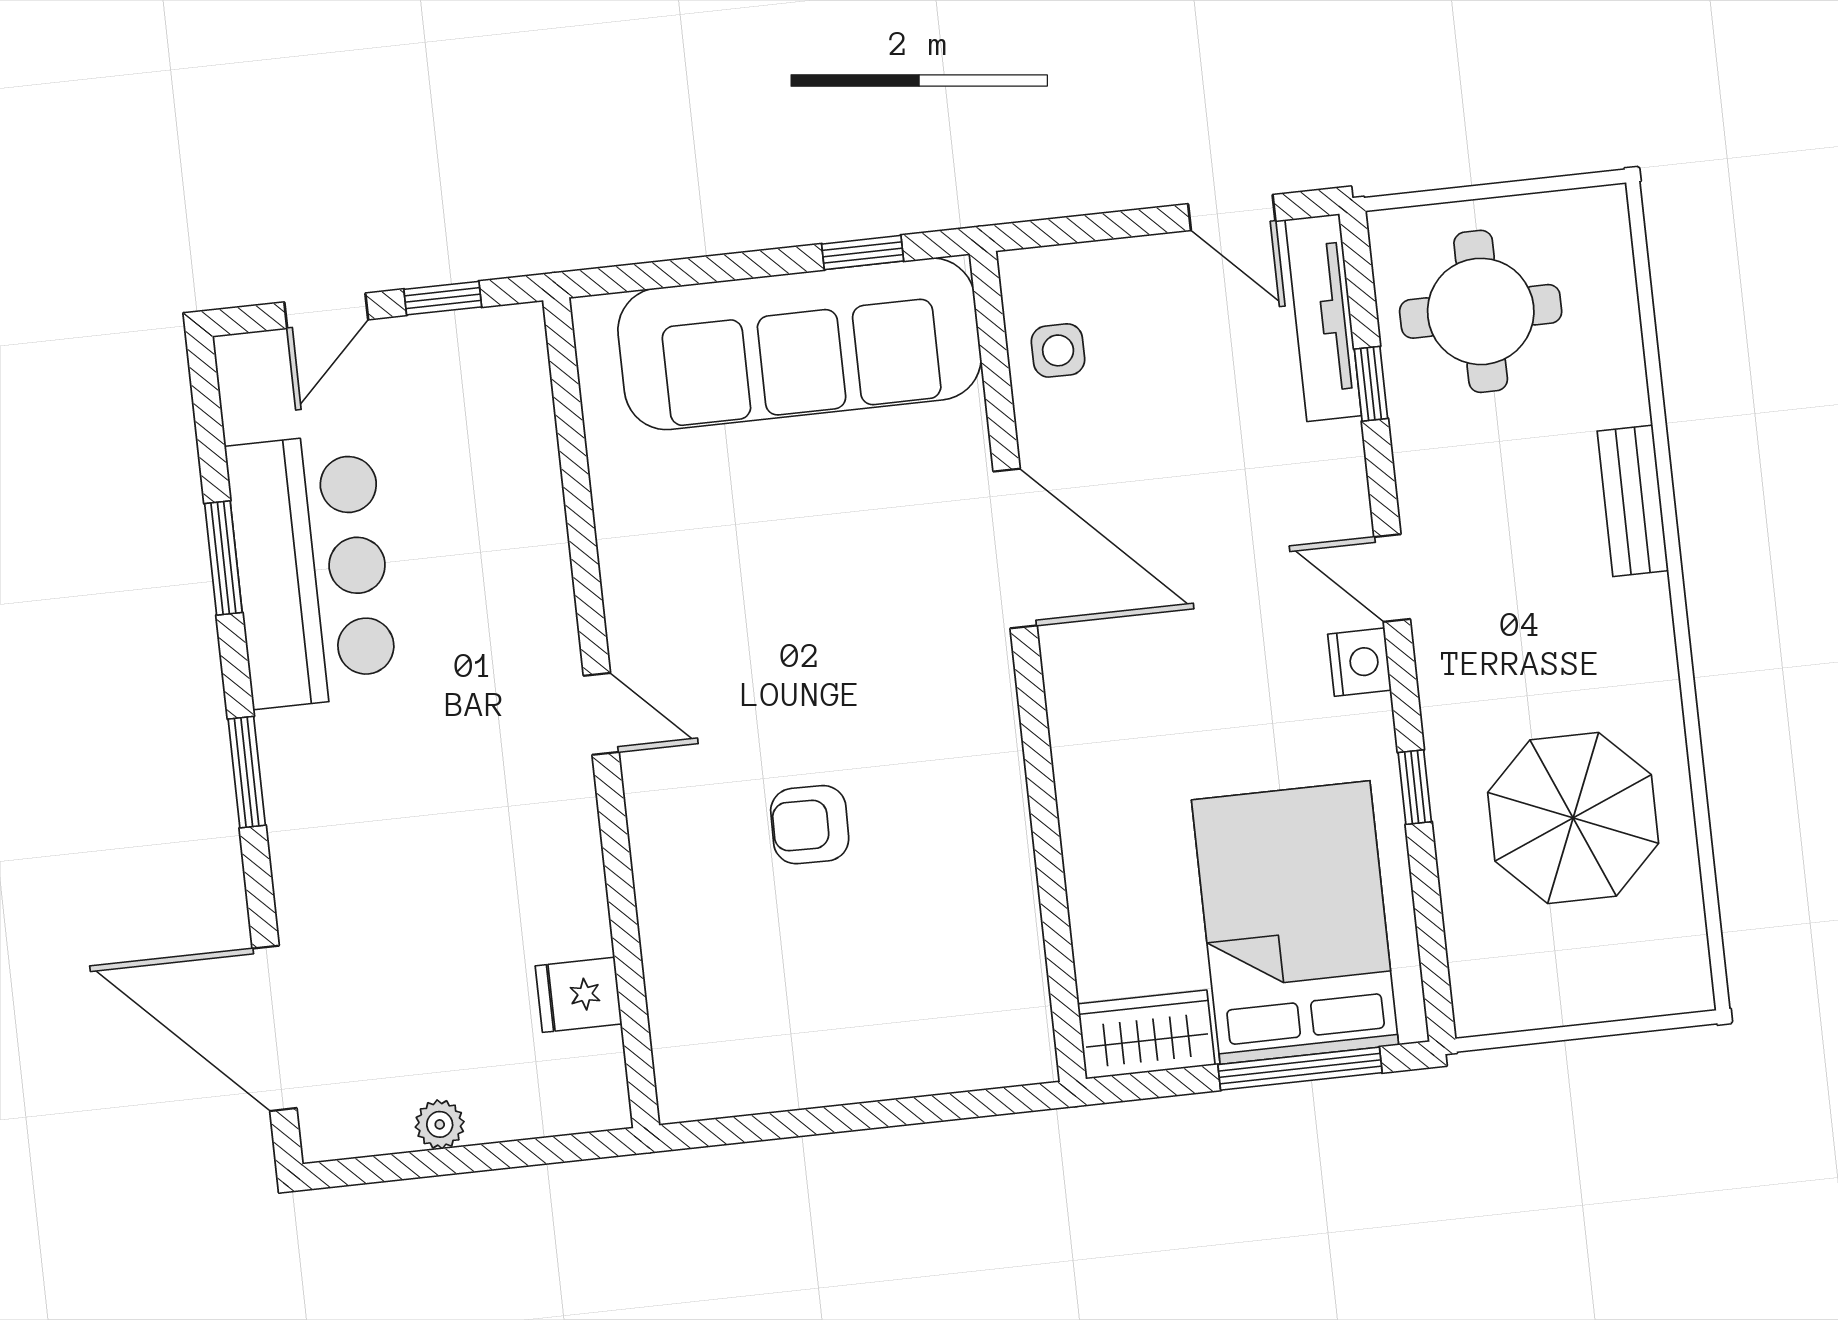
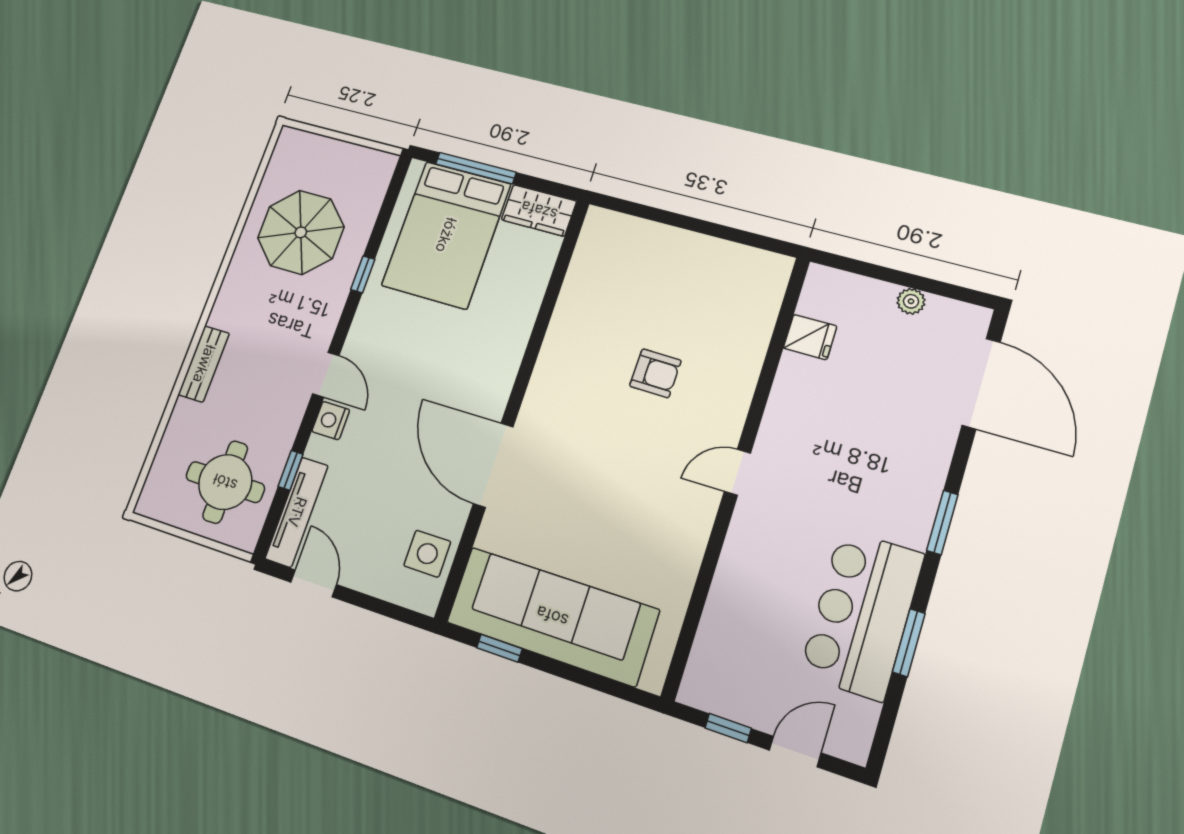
side table: (1058, 350) -> (427, 554), width x1.37, depth x1.37
nightstand: (1359, 662) -> (331, 421), moved
door: (601, 714) -> (737, 472), hinge flipped

